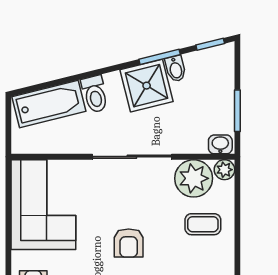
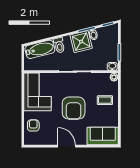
plant: (194, 178) -> (101, 81), removed
armchair: (129, 243) -> (74, 108), width x1.88, depth x1.88

